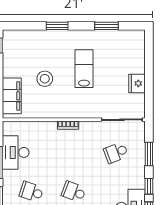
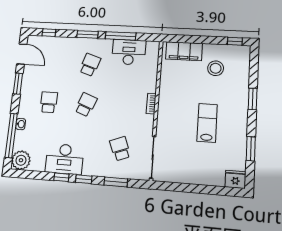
lab bench: (84, 69) -> (207, 123), turned -90
stool: (45, 79) -> (216, 68), moved
fridge: (137, 83) -> (235, 179), moved

